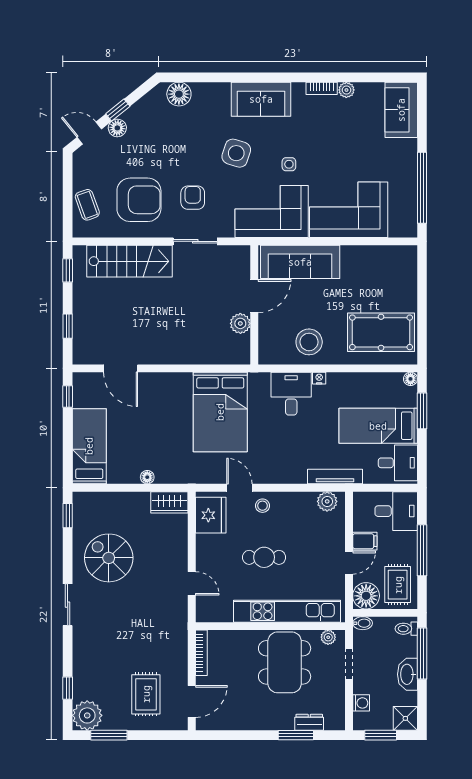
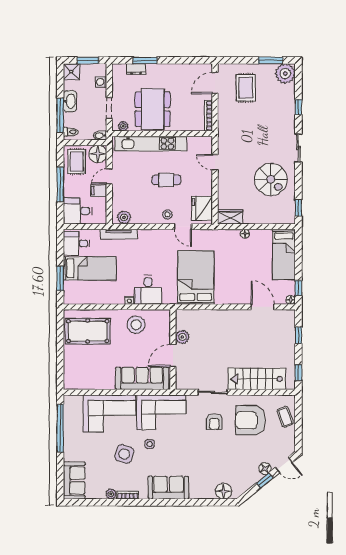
side table: (236, 153) -> (124, 454), moved
floor lamp: (410, 379) -> (291, 300), moved
window: (68, 688) -> (298, 107), moved

